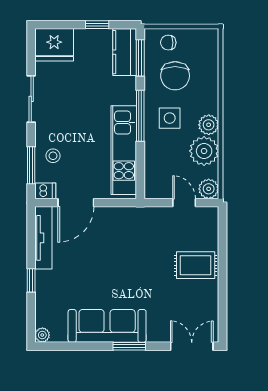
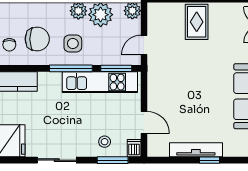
window: (140, 58) -> (116, 68), moved
door: (76, 203) -> (144, 122), width x0.73
door: (184, 203) -> (144, 45), moved
tv unit: (43, 238) -> (196, 150), moved

